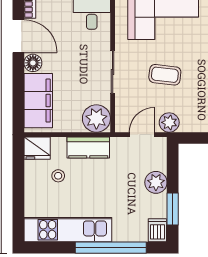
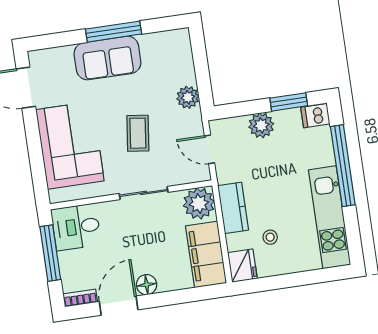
filing cabinet: (38, 101) -> (206, 255), moved, turned -90
plant: (169, 122) -> (188, 97), moved

